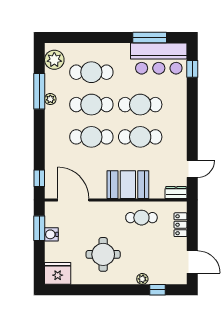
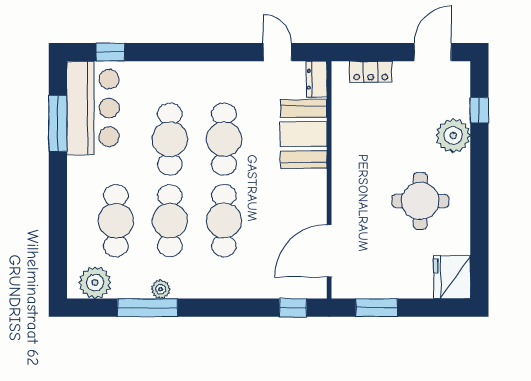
booth: (128, 185) -> (304, 134), moved
cafe table: (141, 218) -> (359, 137), removed
water cooler: (51, 234) -> (387, 287), removed
plant: (142, 279) -> (453, 136), width x1.87, depth x1.87

